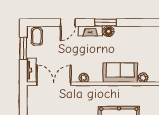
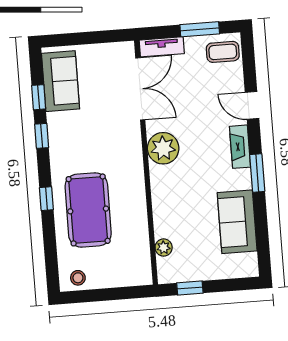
floor lamp: (108, 31) -> (242, 179), removed
sofa: (120, 73) -> (237, 222), moved, turned 180
plant: (84, 78) -> (163, 148), width x1.87, depth x1.87

